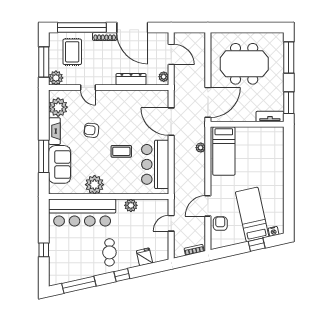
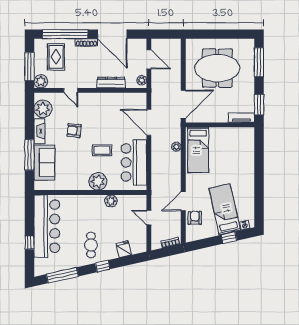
plant: (95, 185) -> (98, 181), moved
bar counter: (82, 213) -> (47, 226), moved, turned -90
door: (171, 223) -> (149, 218), hinge flipped

